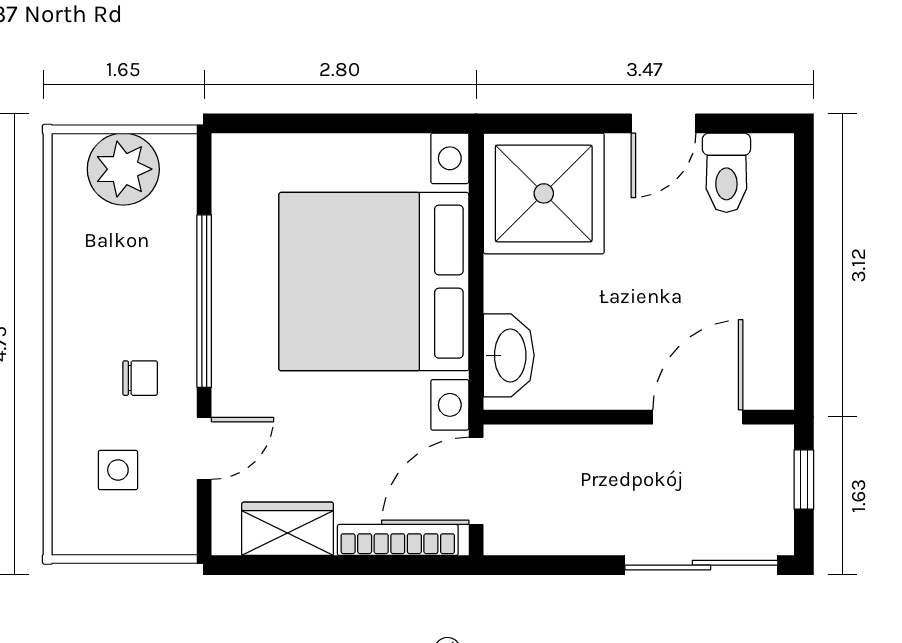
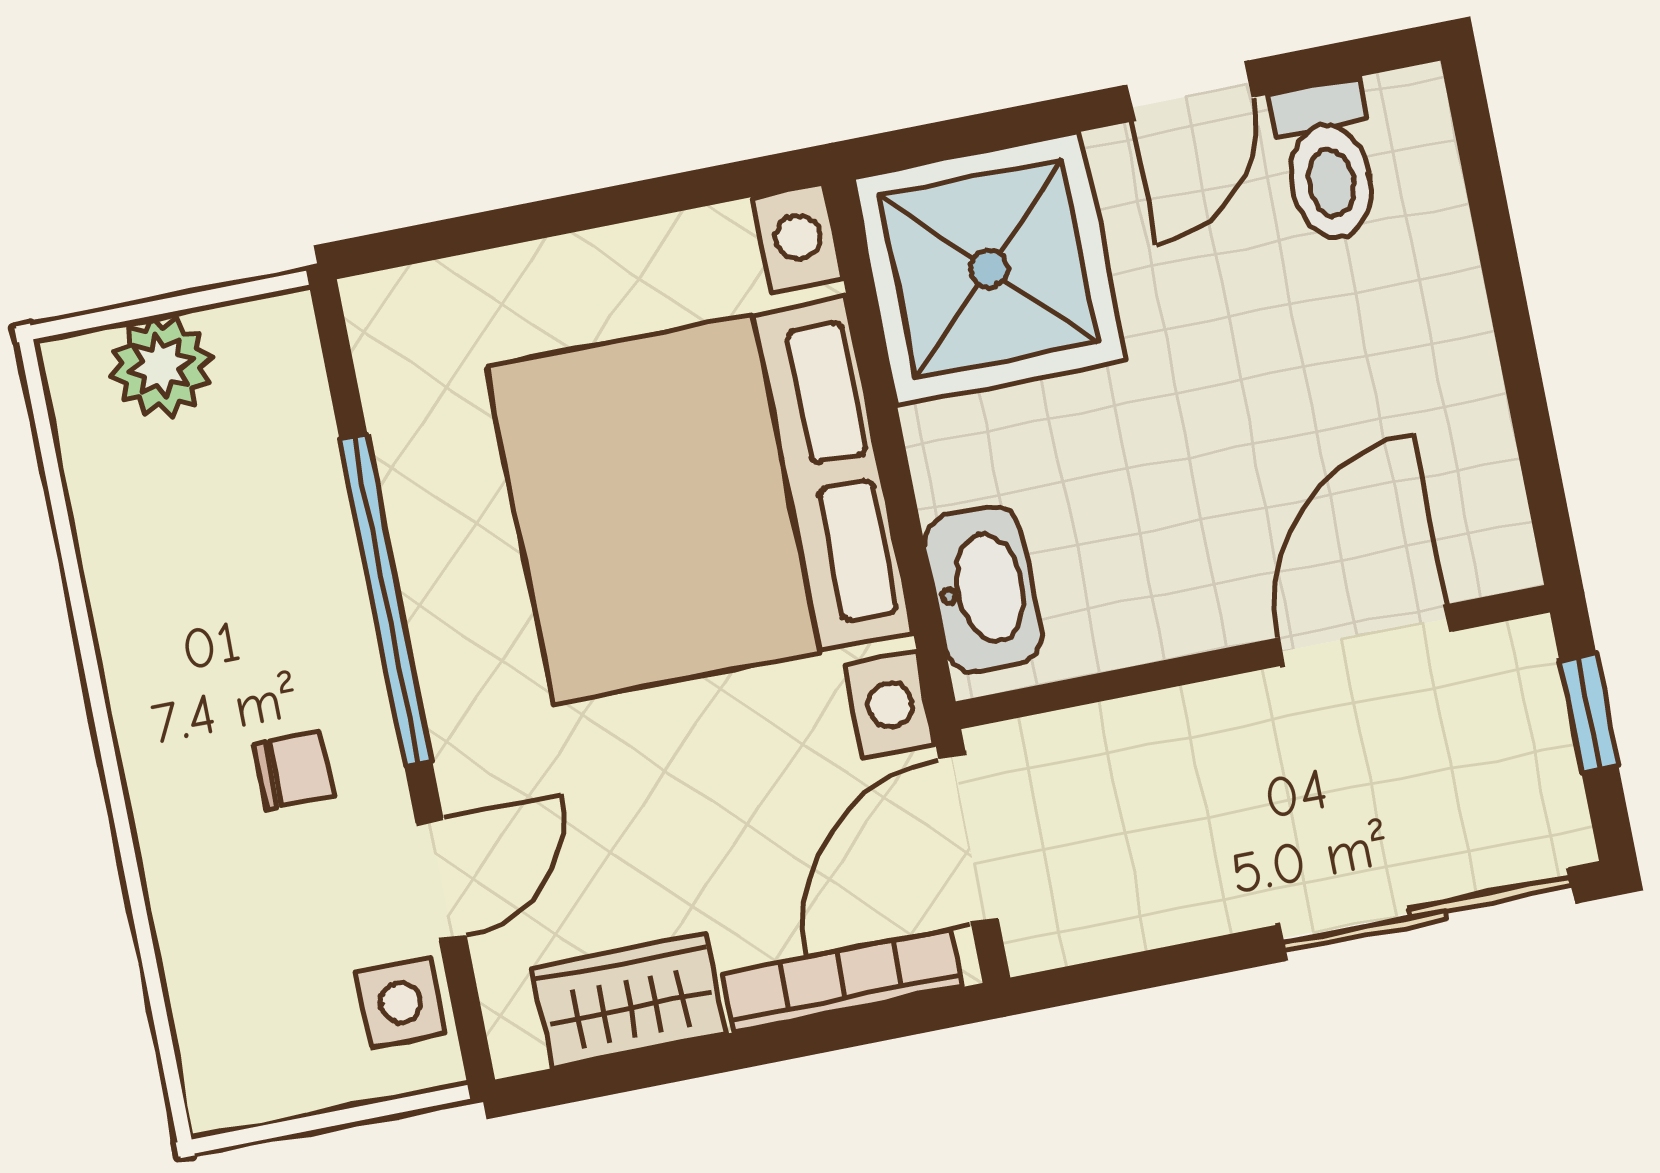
plant: (123, 169) -> (161, 366), width x0.73, depth x0.73
side table: (118, 470) -> (401, 1003), moved

